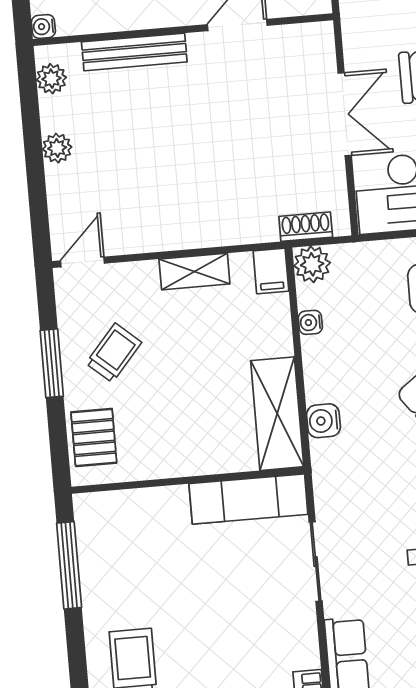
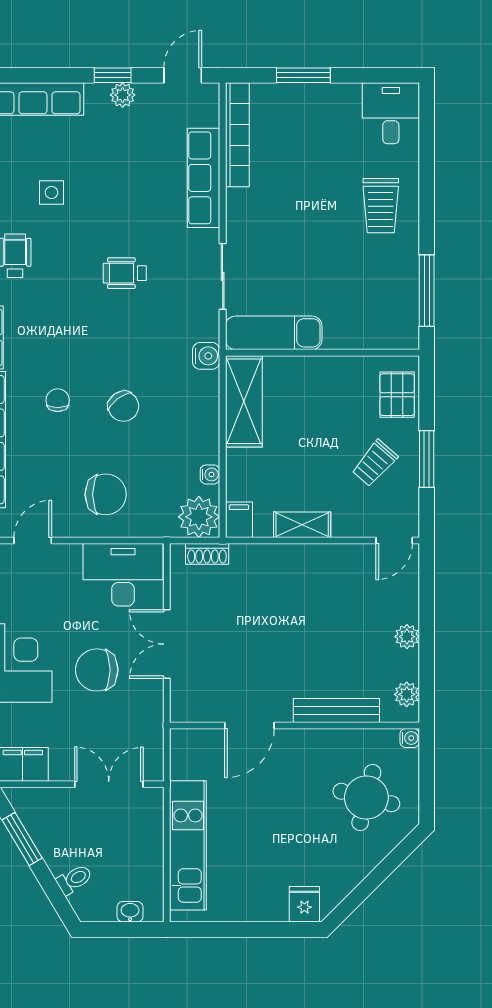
plant: (312, 264) -> (199, 517), width x1.36, depth x1.36
water cooler: (323, 421) -> (206, 356), moved

